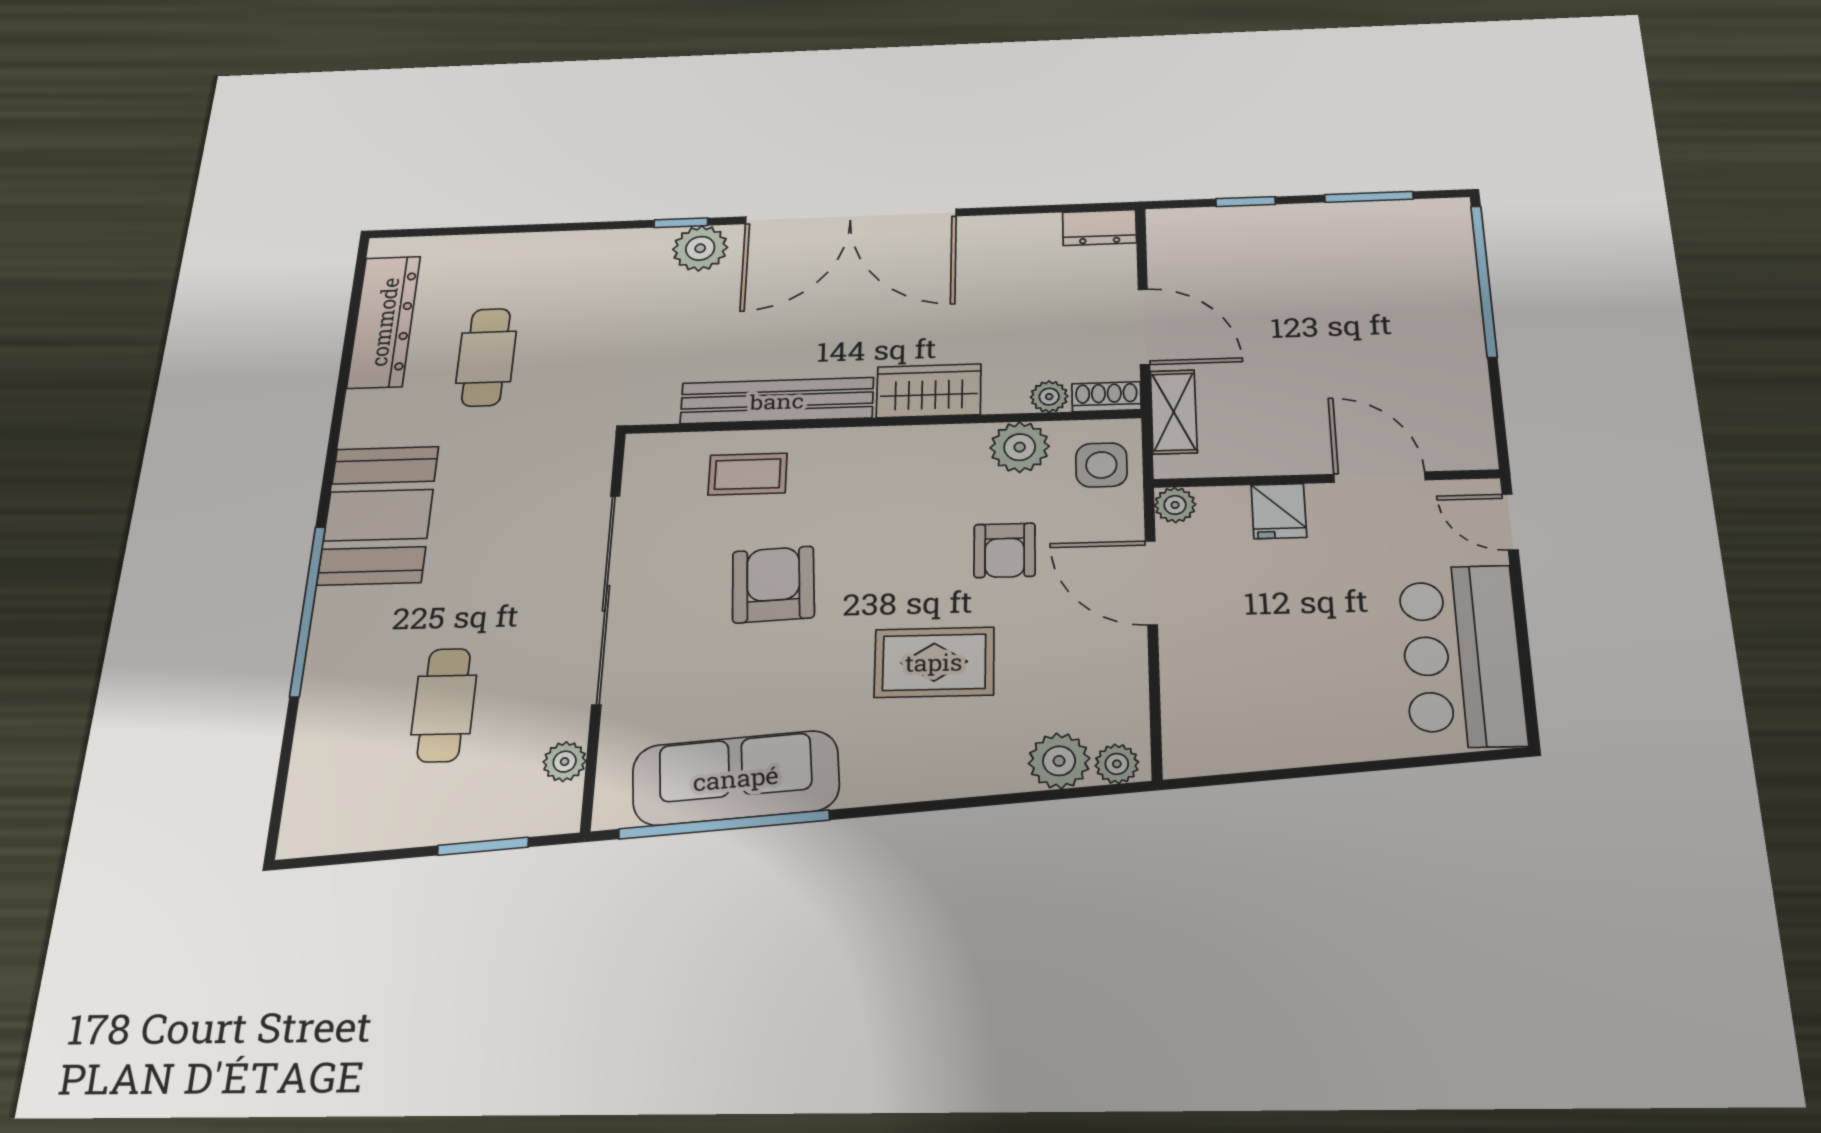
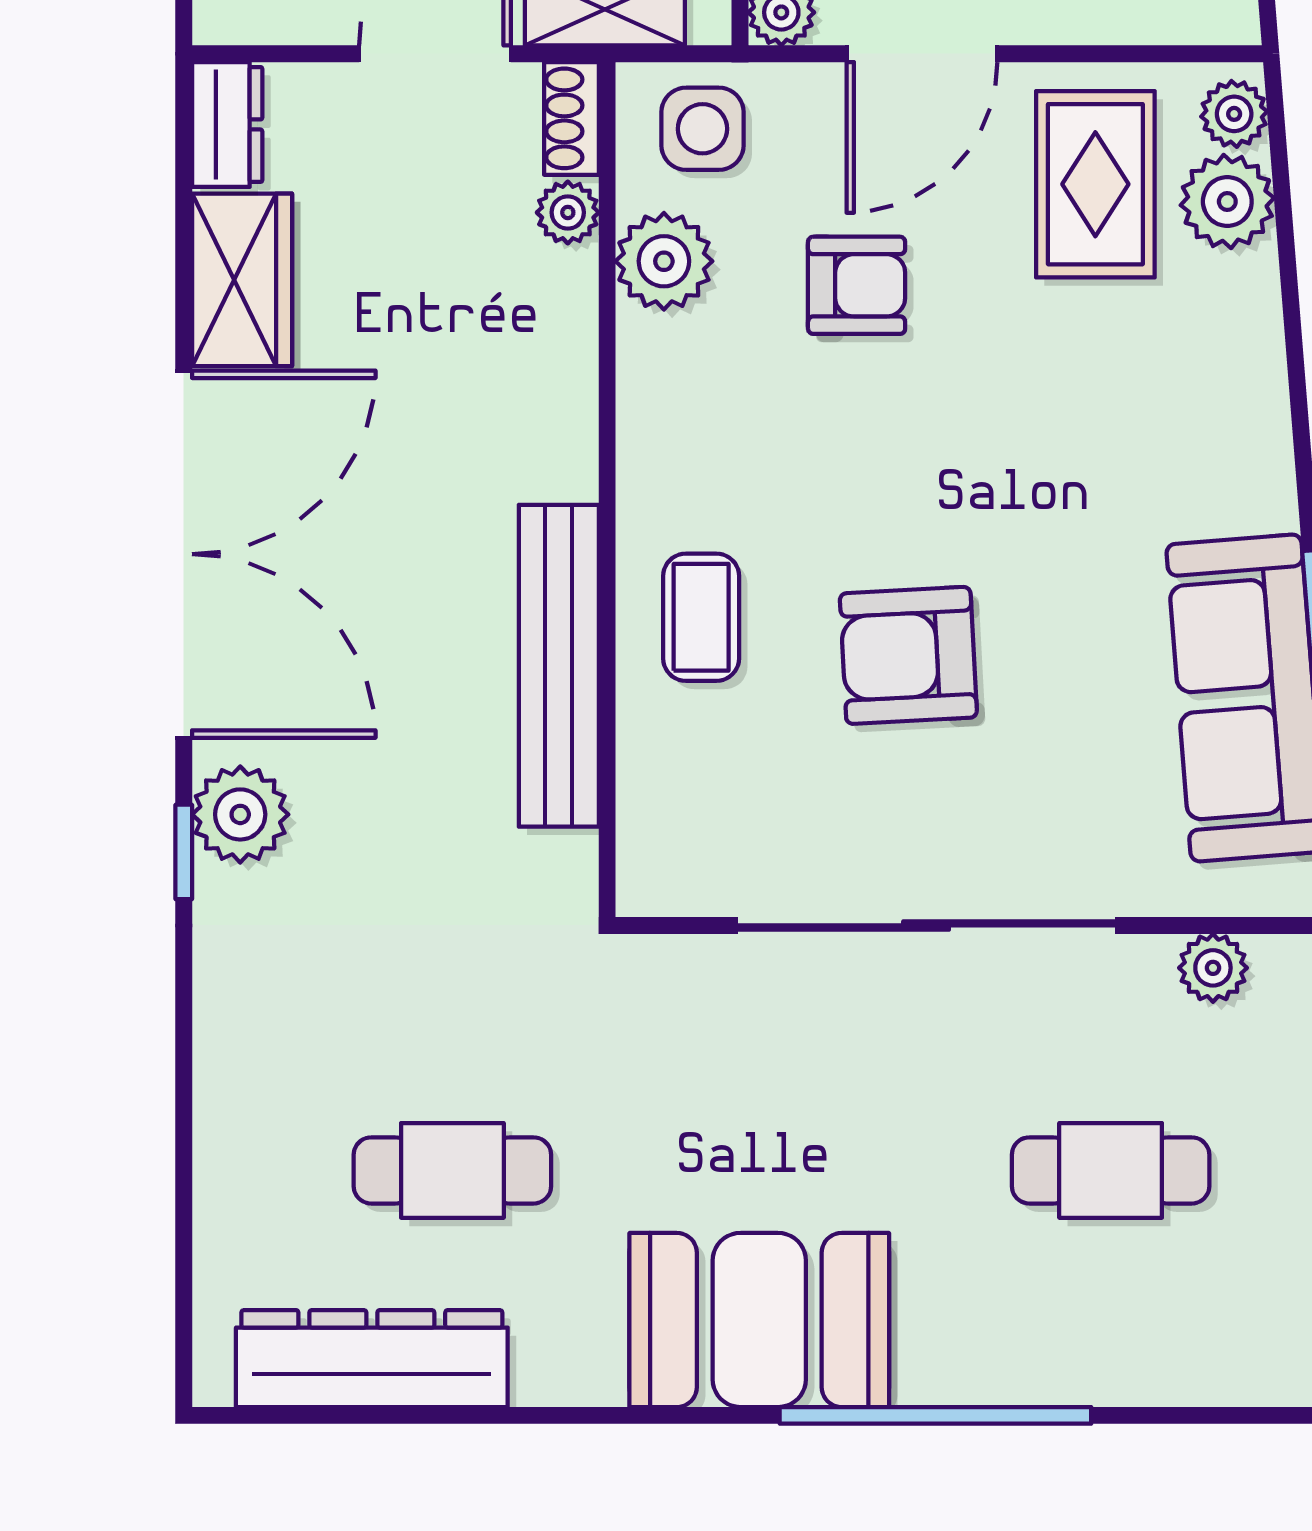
wardrobe: (929, 391) -> (242, 280), moved, turned 180
coffee table: (748, 474) -> (701, 617), moved
rug: (934, 662) -> (1095, 184), moved

